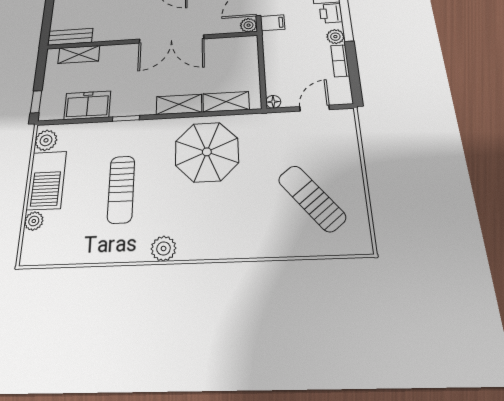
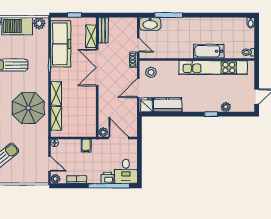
filing cabinet: (273, 23) -> (86, 146), moved
plant: (335, 37) -> (55, 179), moved
double door: (171, 39) -> (97, 68), moved
window: (36, 102) -> (75, 15), moved
freezer: (87, 105) -> (61, 44), width x1.91, depth x1.26

